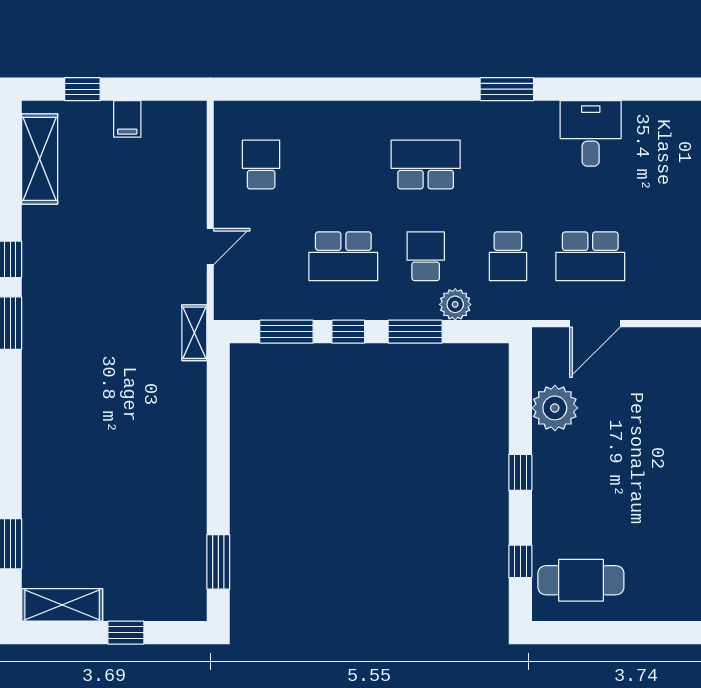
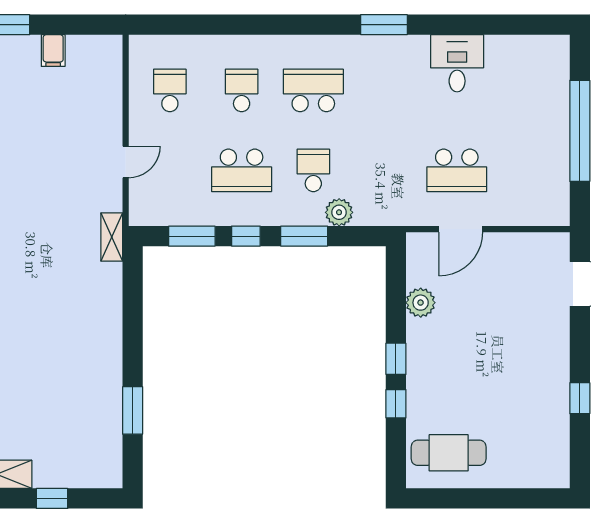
school desk: (508, 256) -> (242, 90), moved, turned 180
plant: (555, 408) -> (421, 303), width x0.73, depth x0.73
window: (520, 561) -> (396, 404), moved
window: (218, 562) -> (133, 410), moved

